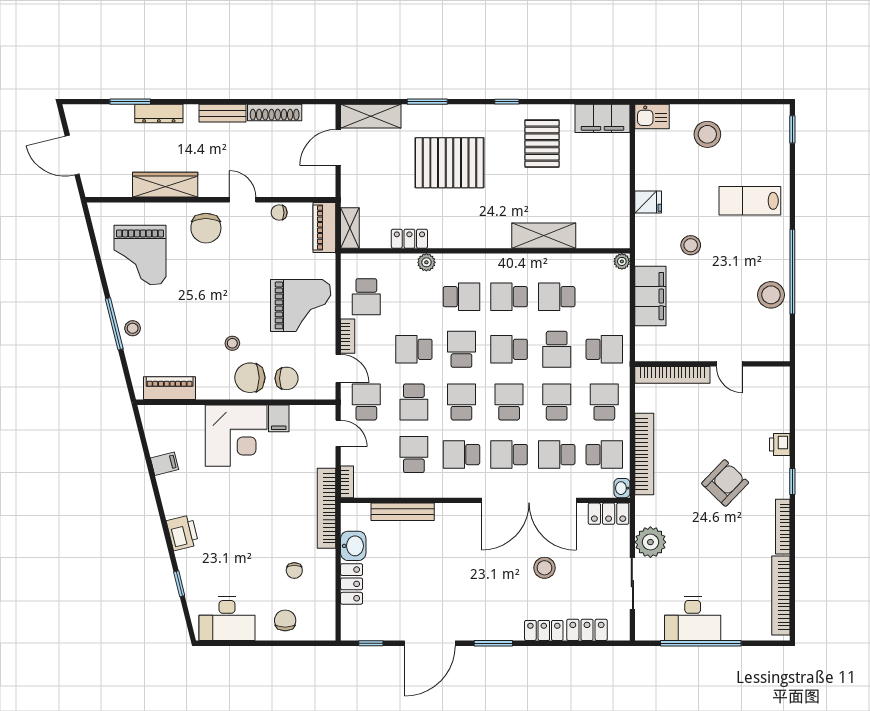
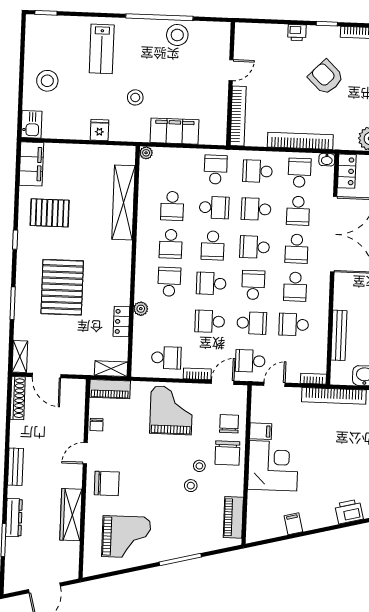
shoe rack: (275, 113) -> (18, 398), moved
shelving: (371, 116) -> (20, 357), width x0.67, depth x0.75
shelving: (544, 236) -> (123, 203), width x1.47
stool: (133, 328) -> (191, 486), moved
school desk: (414, 349) -> (210, 321), turned 90
school desk: (461, 402) -> (253, 285), turned 90

